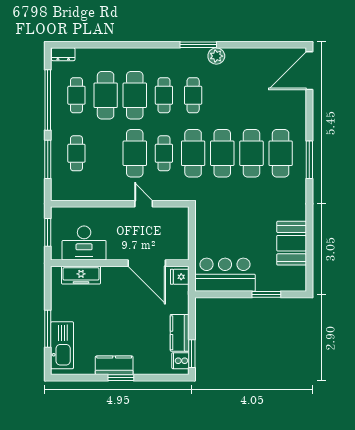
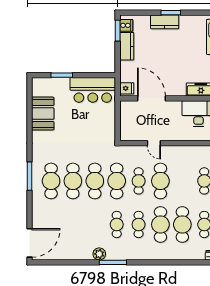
kitchen counter: (114, 365) -> (165, 22), moved

